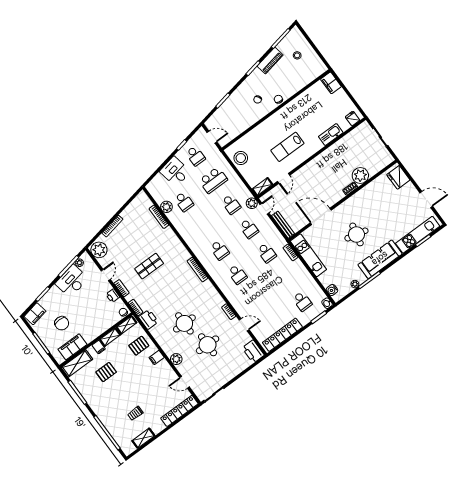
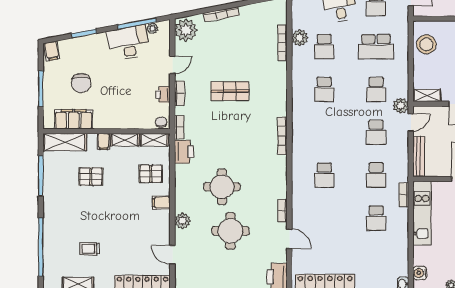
school desk: (220, 250) -> (324, 89), moved
school desk: (302, 301) -> (376, 218), moved
filing cabinet: (35, 314) -> (52, 51), width x0.50

